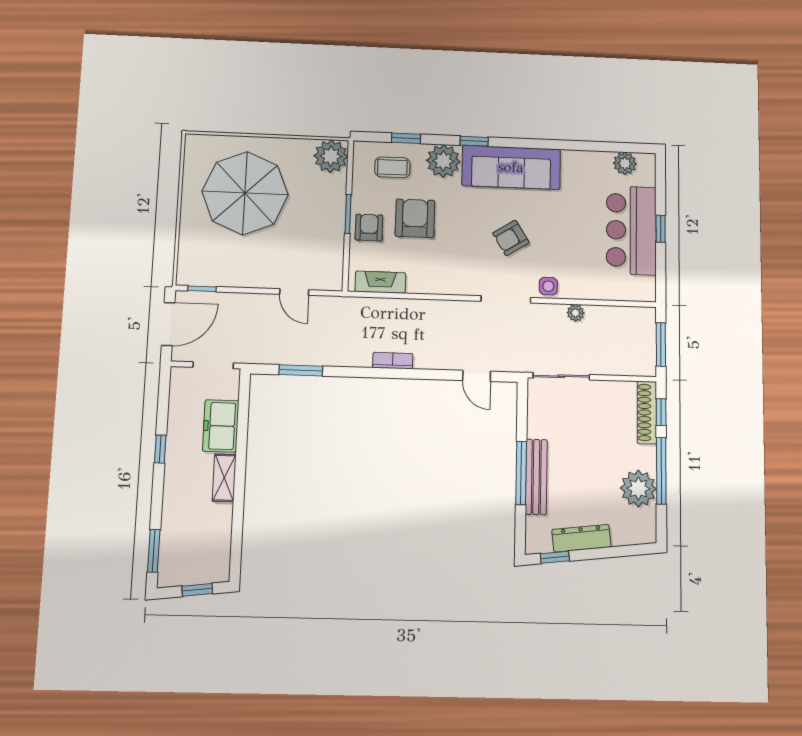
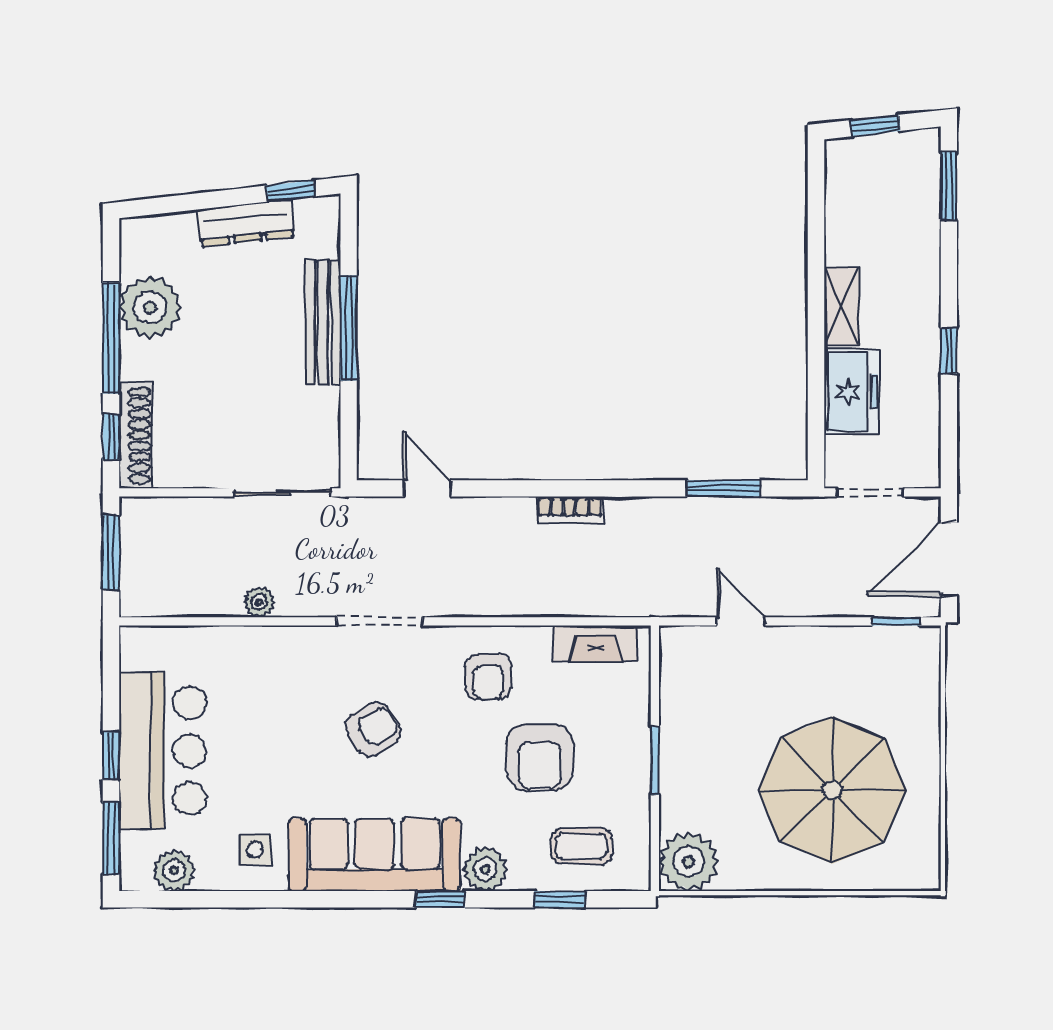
plant: (443, 161) -> (485, 869), width x0.73, depth x0.73
window: (660, 183) -> (111, 838), added
armchair: (369, 228) -> (488, 677), moved
side table: (548, 286) -> (255, 850), moved

